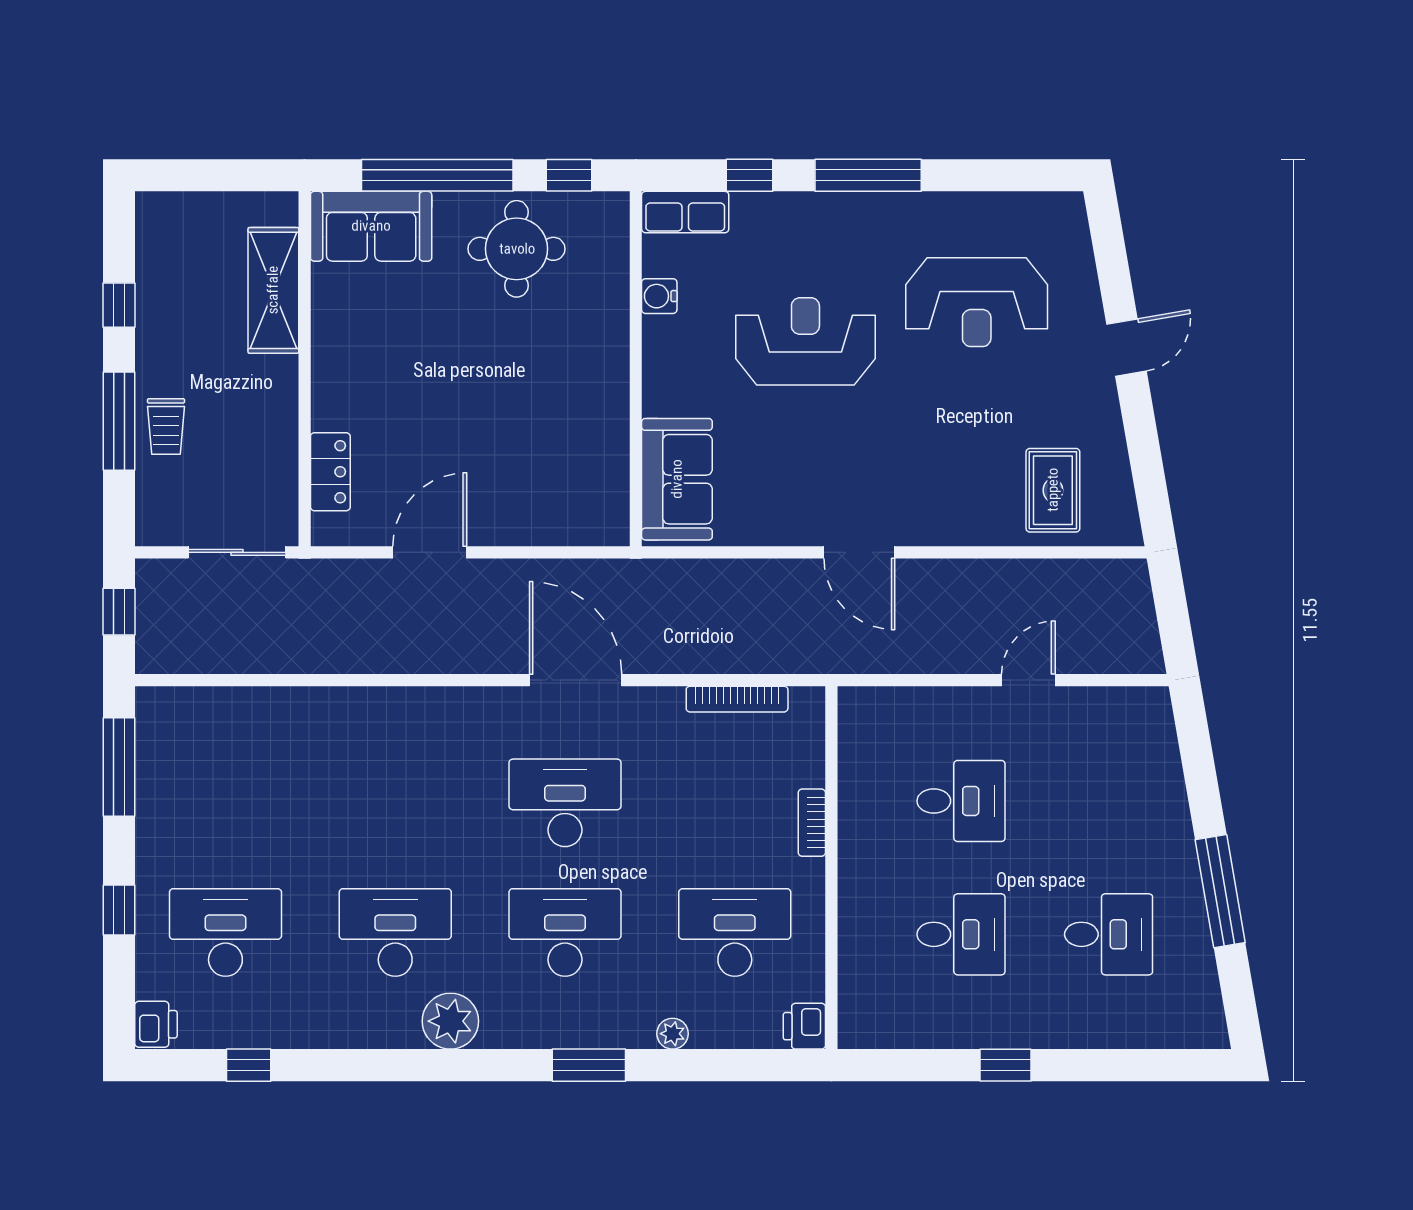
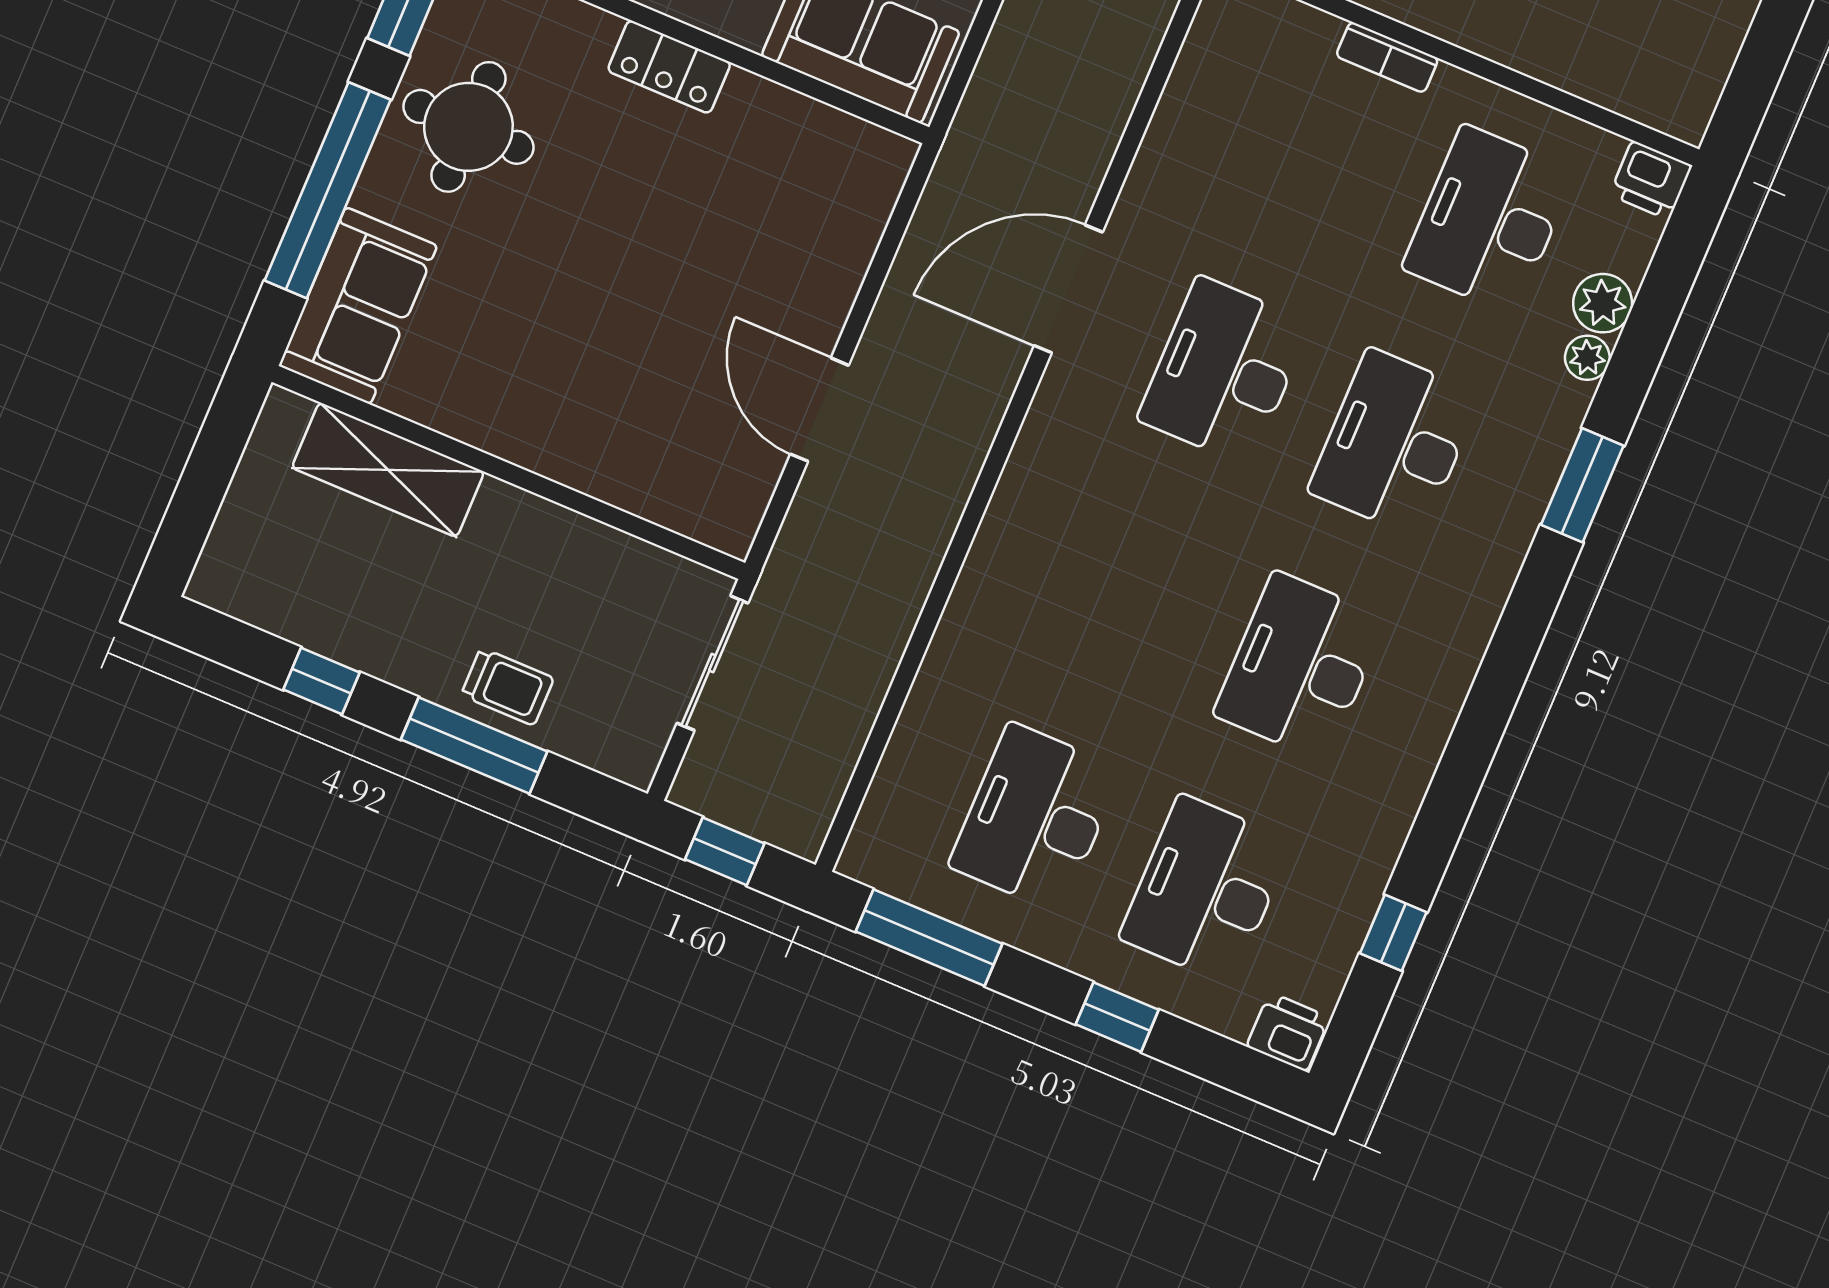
locker: (330, 472) -> (669, 67), moved, turned 180
bookcase: (737, 699) -> (1183, 87), removed
desk: (225, 803) -> (1035, 817), added
plant: (450, 1021) -> (1603, 303), moved, width x0.73, depth x0.73

